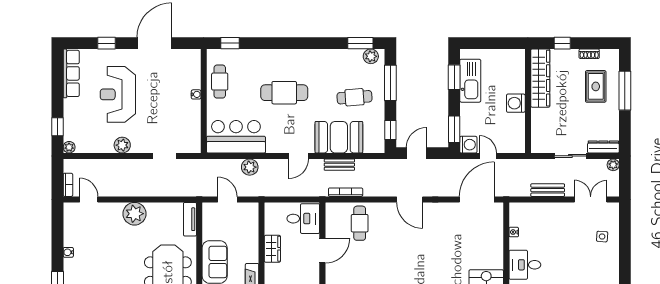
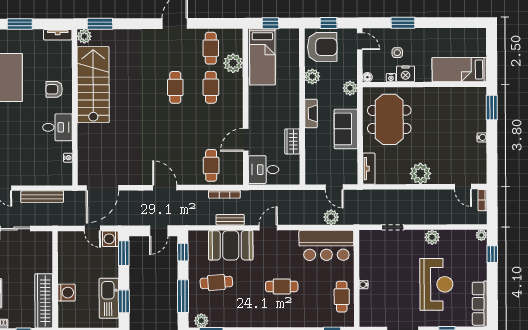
cafe table: (284, 93) -> (282, 287), width x0.73, depth x0.74
washing machine: (516, 103) -> (66, 293), moved
plant: (250, 167) -> (331, 217), moved
bench: (548, 190) -> (42, 197), width x1.36

